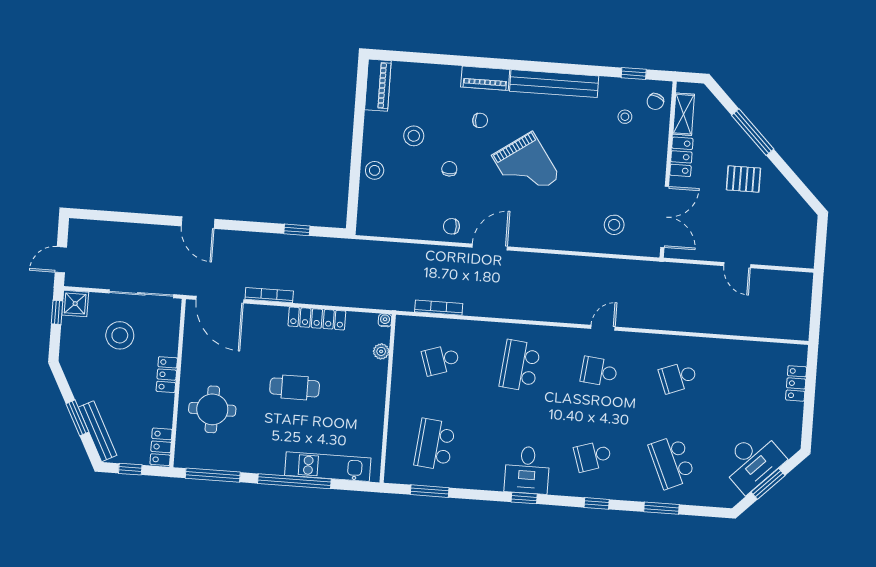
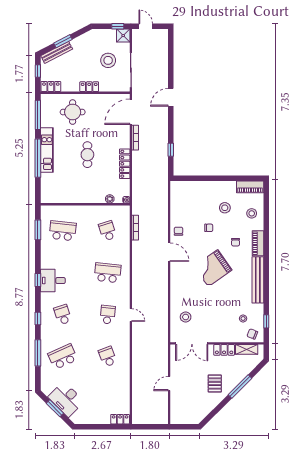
stool: (375, 170) -> (252, 213), moved
locker: (796, 383) -> (120, 419), moved
kitchen unit: (328, 467) -> (47, 150), moved
window: (661, 508) -> (38, 353), width x1.44

